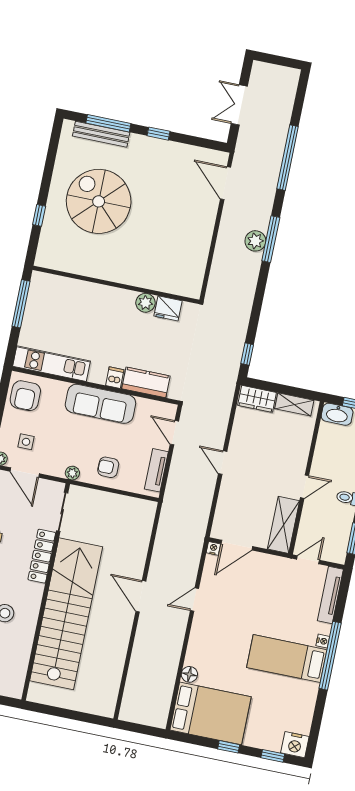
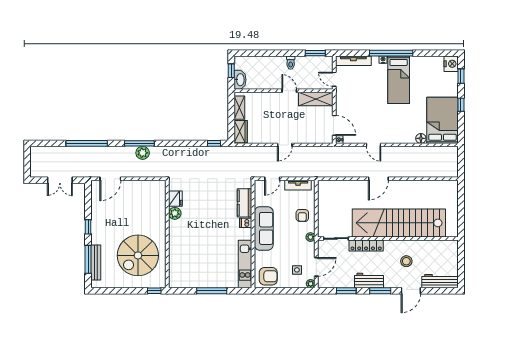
wall: (116, 285) -> (167, 234), moved
plant: (145, 303) -> (175, 213), moved
fridge: (168, 308) -> (175, 199), moved

